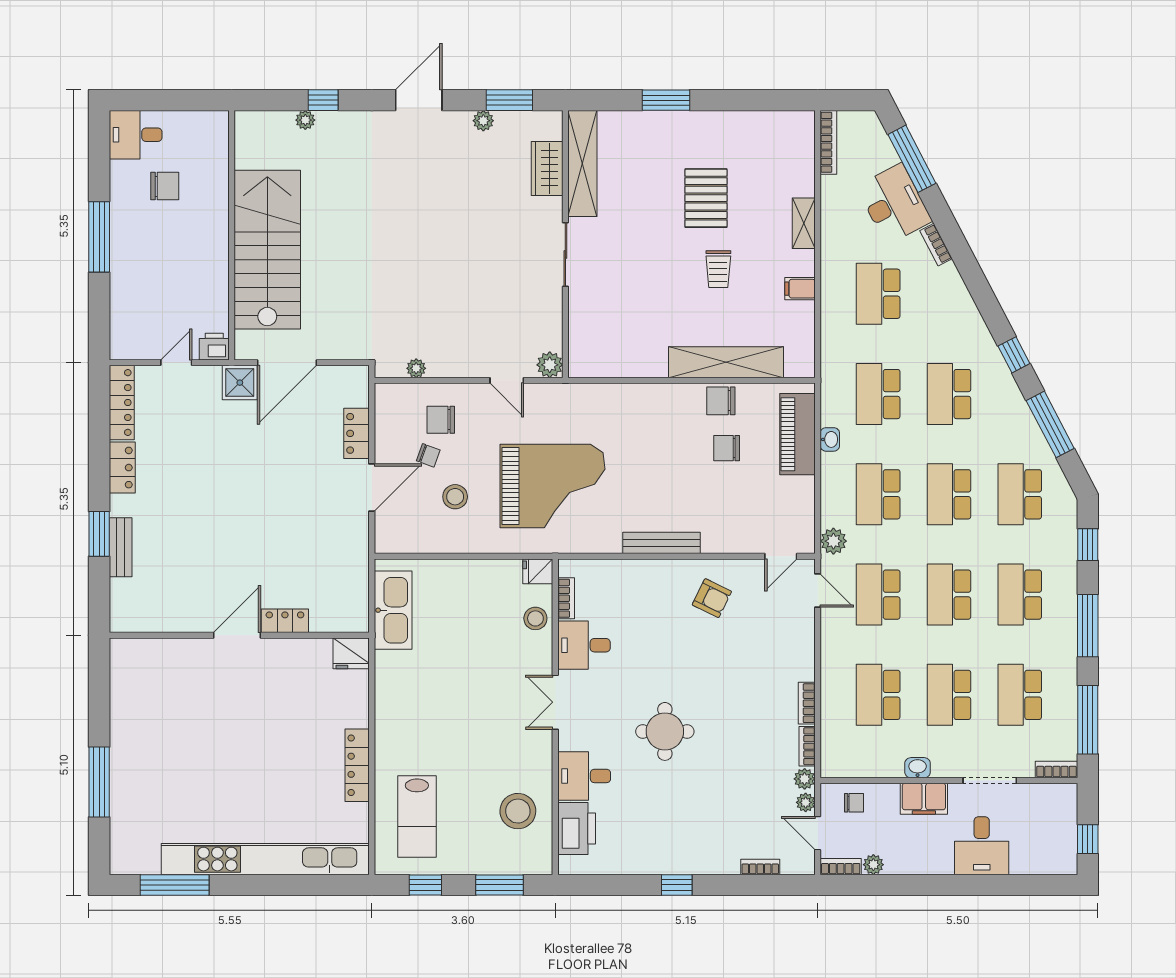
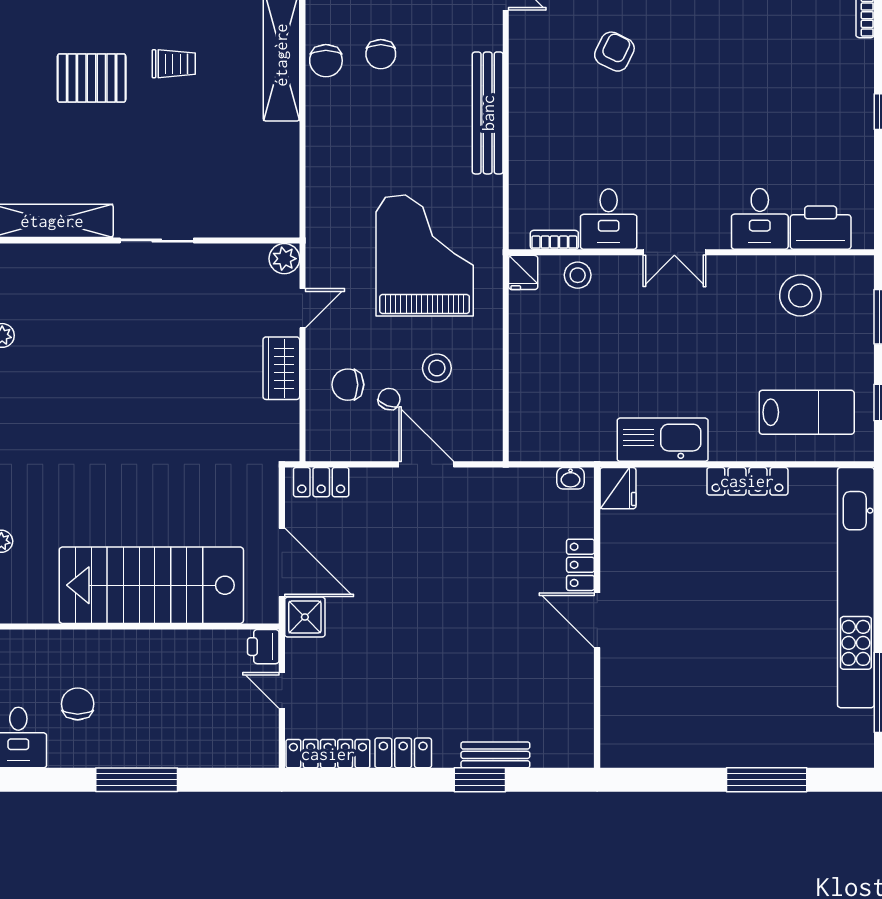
wardrobe: (547, 168) -> (281, 368), moved, turned 90
plant: (416, 368) -> (288, 413), removed
chair: (441, 420) -> (348, 385), turned 90
locker: (356, 433) -> (321, 482), moved
bench: (662, 543) -> (488, 113), width x1.37, depth x1.21
armchair: (712, 598) -> (614, 52), moved
kitchen sink: (393, 610) -> (663, 440), moved
washbasin: (360, 612) -> (570, 478), added
round table: (665, 731) -> (708, 125), removed

